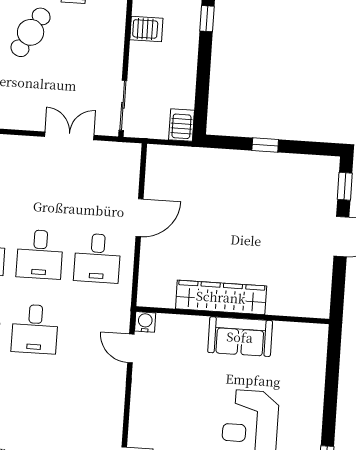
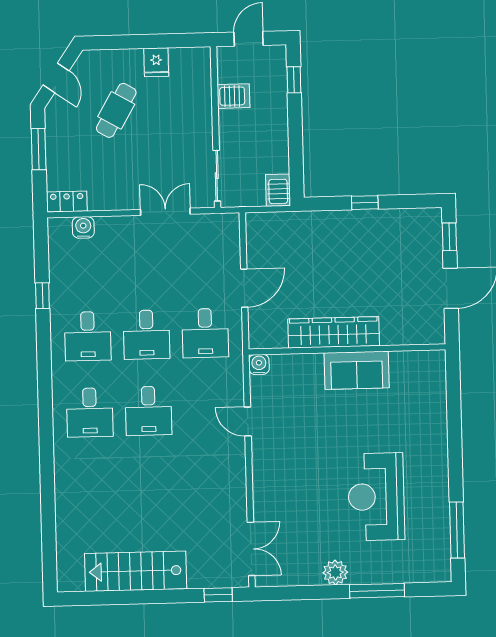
wardrobe: (221, 297) -> (334, 332), moved
wall: (233, 315) -> (347, 349), moved
water cooler: (145, 322) -> (259, 364), moved
sofa: (240, 337) -> (357, 370), moved

